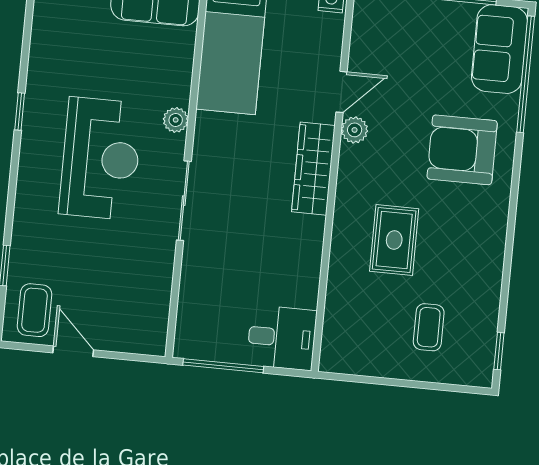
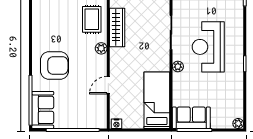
plant: (355, 130) -> (101, 48), moved
wardrobe: (313, 169) -> (117, 27), moved
rug: (394, 240) -> (92, 19), moved

